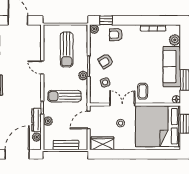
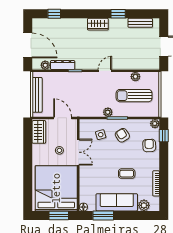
door: (42, 68) -> (105, 71), moved
coffee table: (143, 91) -> (127, 174), moved
sun lounger: (64, 96) -> (87, 93), removed
plant: (48, 121) -> (135, 77), moved
bench: (66, 145) -> (37, 95), width x1.36

